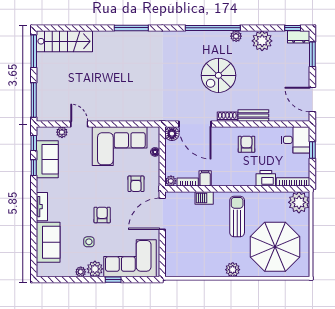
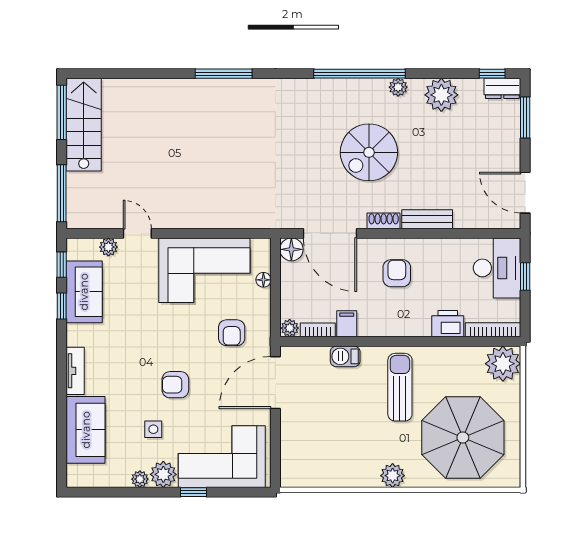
stairs: (64, 41) -> (84, 125), moved, turned -90
desk: (295, 140) -> (497, 268), width x1.37
armchair: (247, 144) -> (397, 273), moved
armchair: (102, 215) -> (175, 385), turned -90

